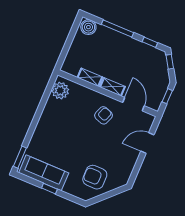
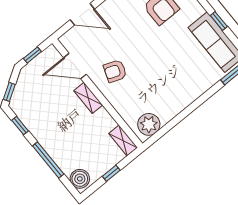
window: (68, 43) -> (111, 173), added
shelving: (90, 77) -> (123, 141), moved
door: (133, 104) -> (75, 66), hinge flipped

